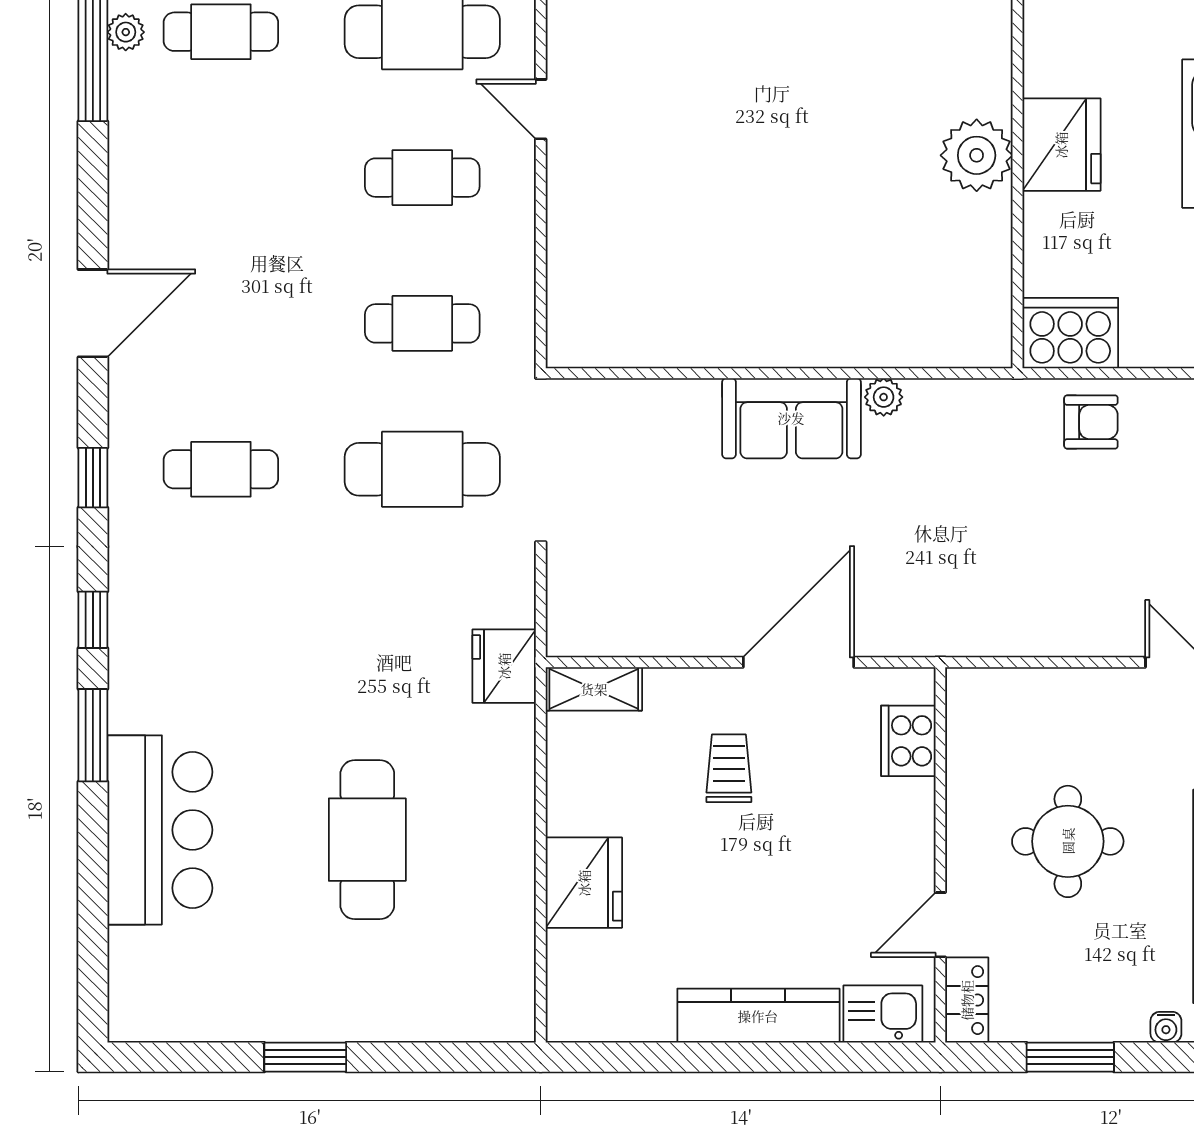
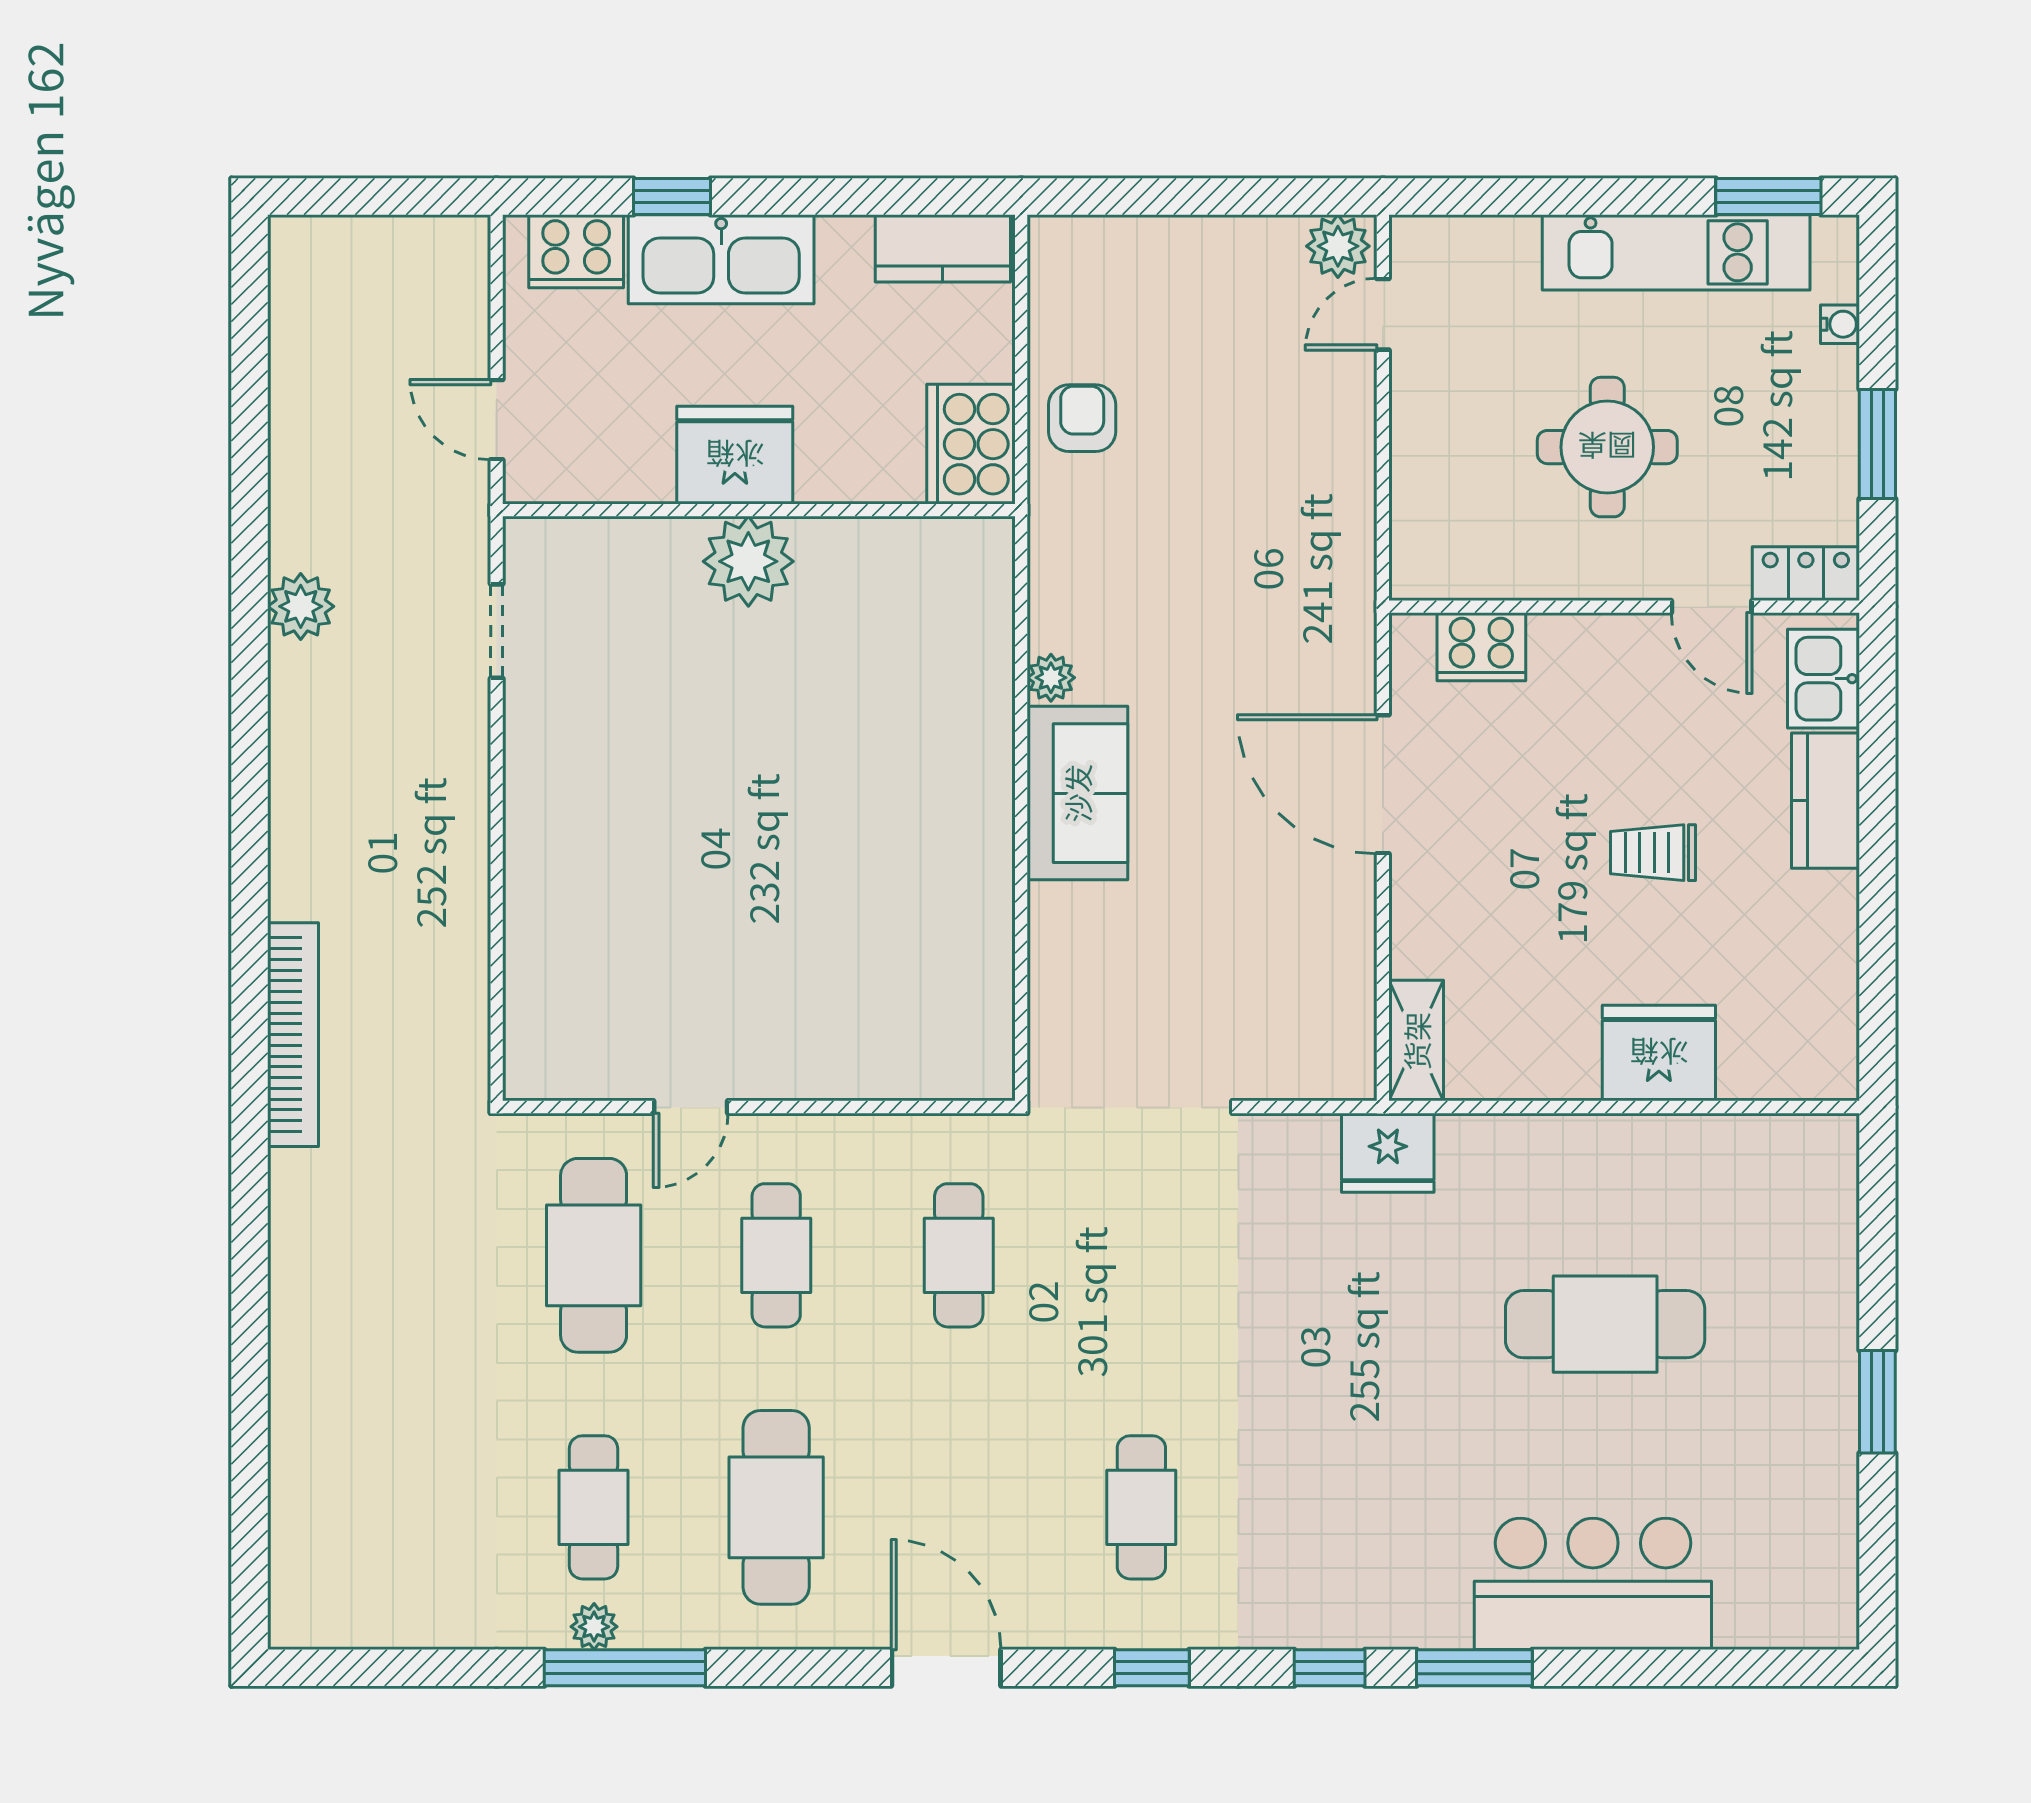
cafe table: (422, 469) -> (776, 1507), moved
trolley: (729, 768) -> (1653, 853), moved
kitchen counter: (758, 1016) -> (1825, 801), width x0.67

